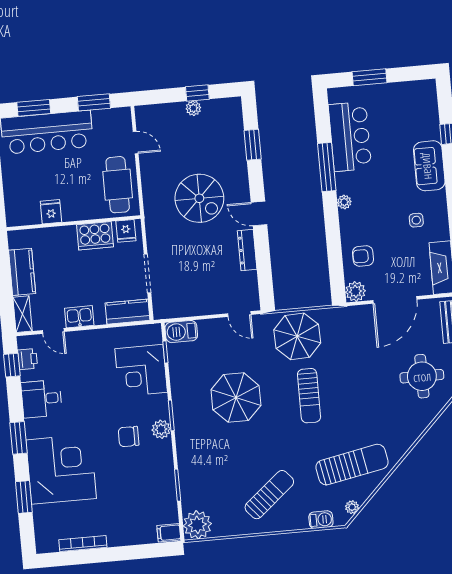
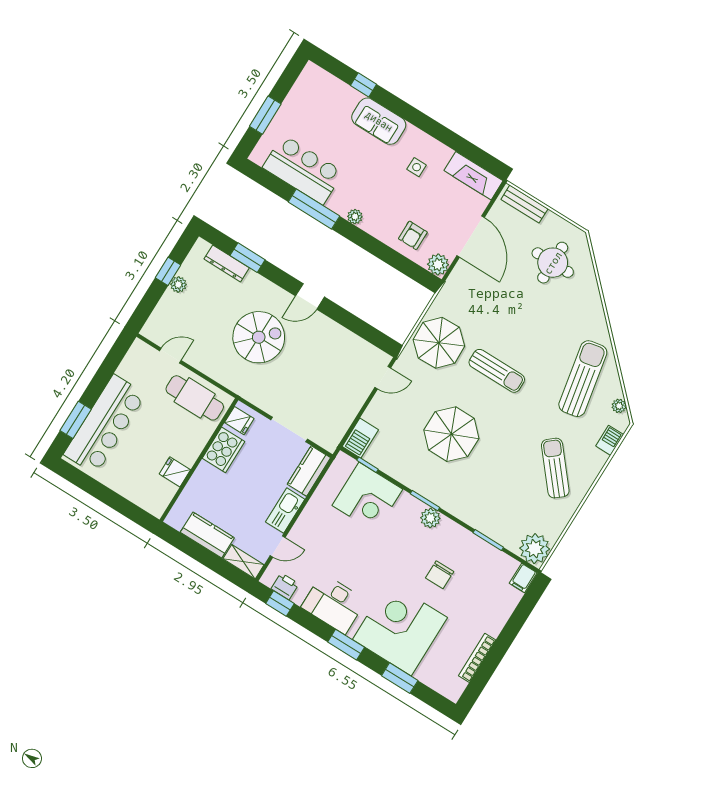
window: (94, 102) -> (110, 365), removed
dresser: (247, 250) -> (227, 263), moved
kitchen sink: (79, 317) -> (285, 511), width x1.38
desk: (42, 399) -> (334, 604), width x1.37
chair: (129, 437) -> (440, 575), moved

